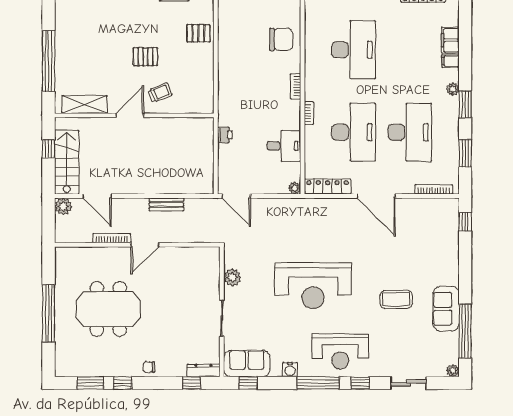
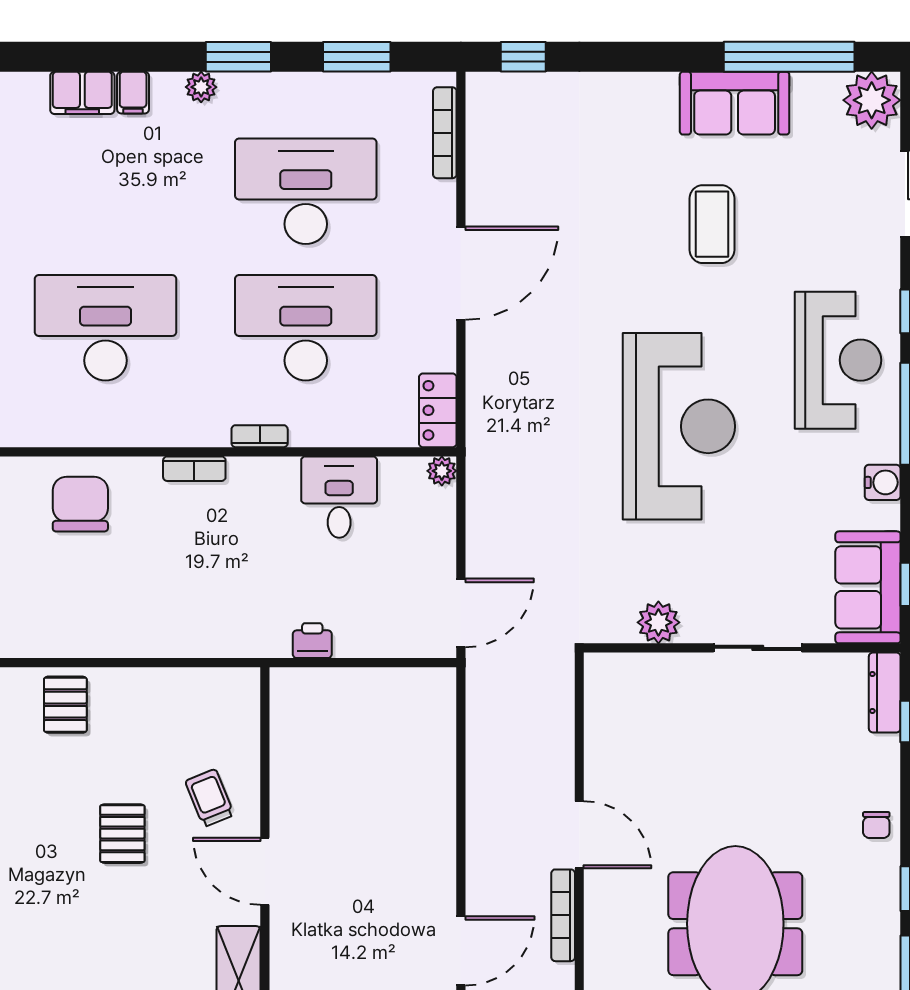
locker: (328, 187) -> (438, 410), width x0.66
bench: (166, 204) -> (481, 783), removed
plant: (453, 371) -> (872, 100), width x1.88, depth x1.88

